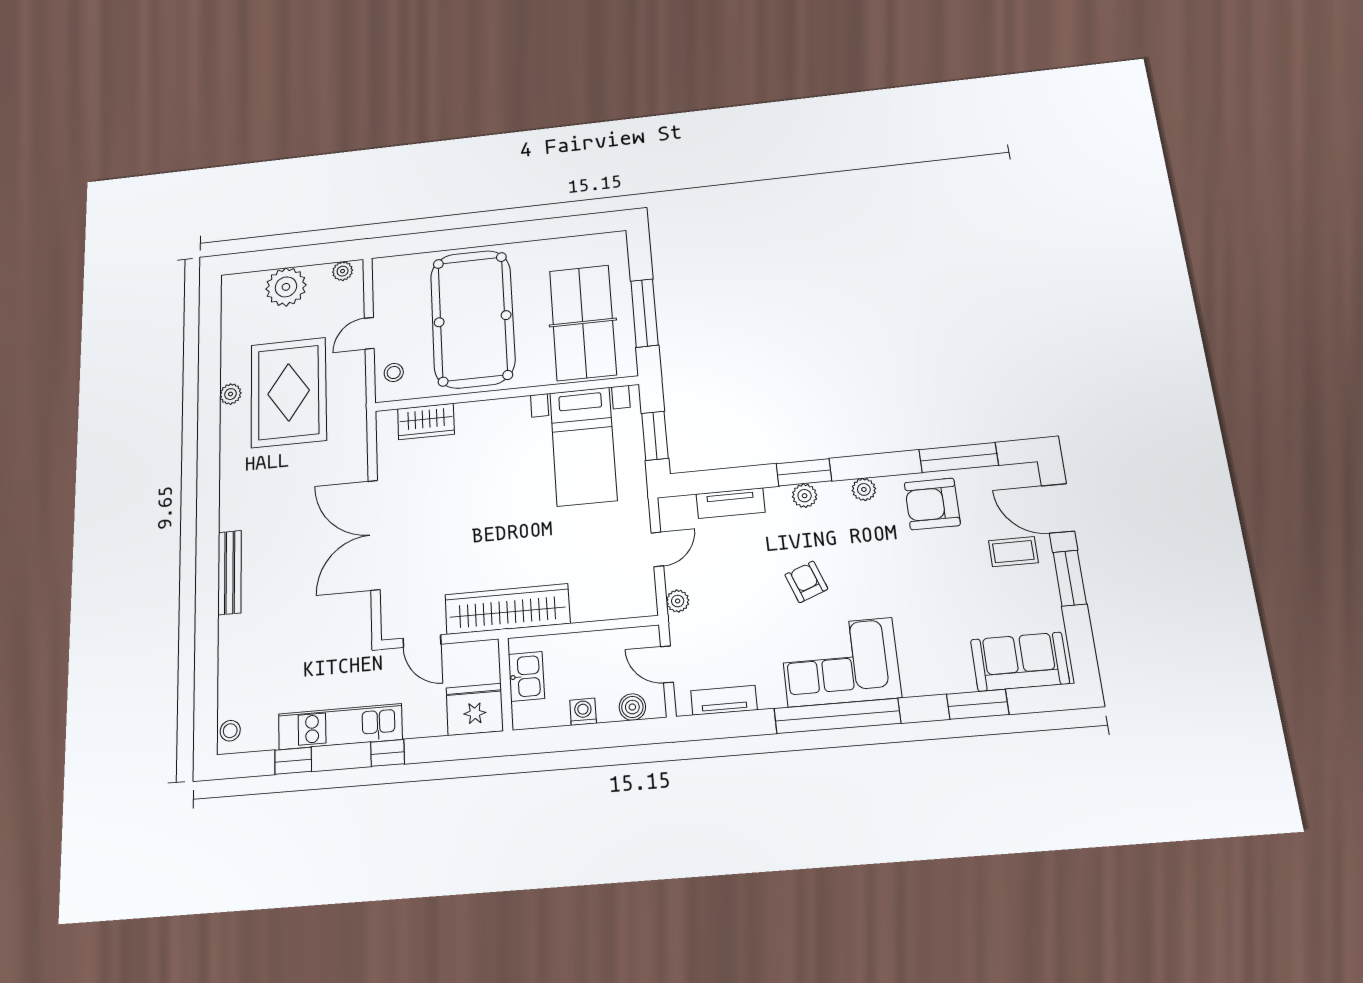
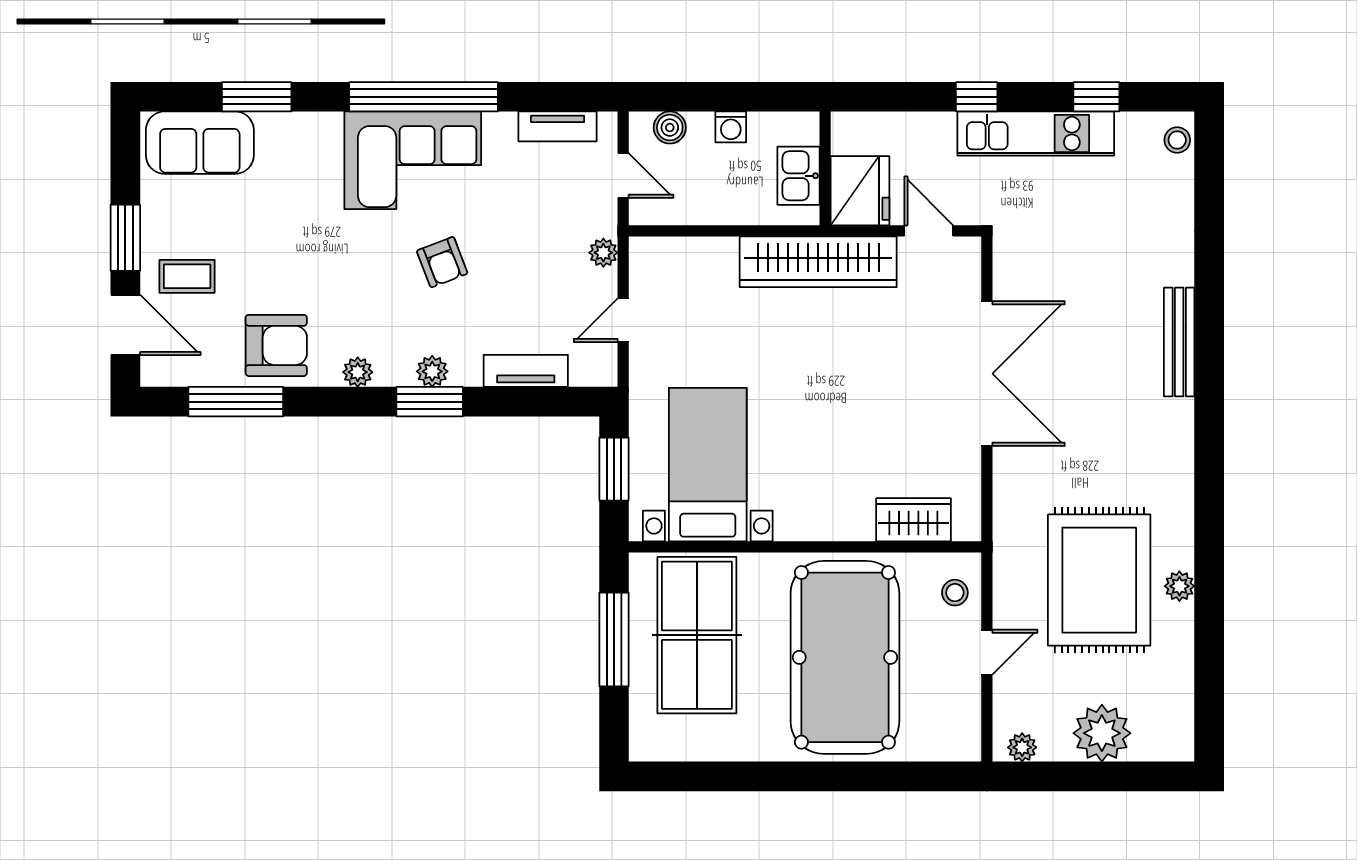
fridge: (475, 709) -> (860, 191), moved, turned -90

